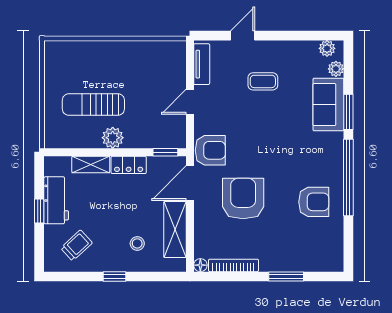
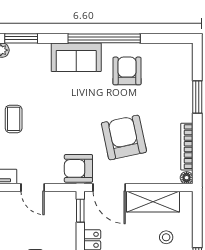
sofa: (328, 105) -> (76, 57), moved
window: (348, 112) -> (21, 38), moved
armchair: (210, 150) -> (78, 168), turned -90
armchair: (243, 199) -> (124, 137), turned 78

